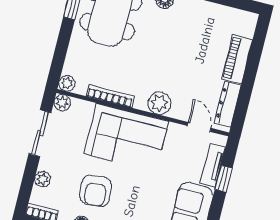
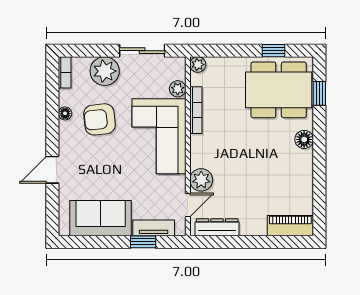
piano: (237, 59) -> (290, 226), moved
plant: (62, 103) -> (178, 89), moved
plant: (159, 103) -> (201, 180), moved
plant: (42, 179) -> (105, 71), width x1.87, depth x1.87

